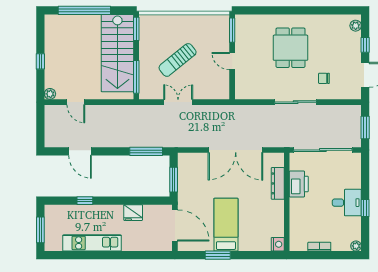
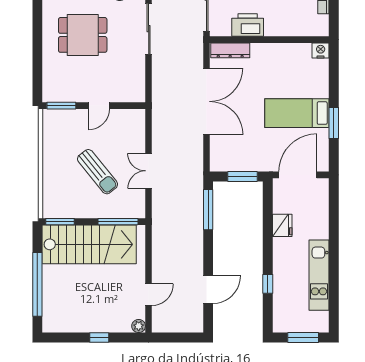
dresser: (278, 183) -> (230, 50), moved

